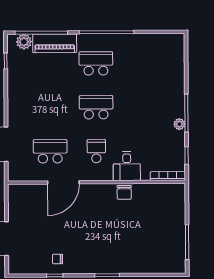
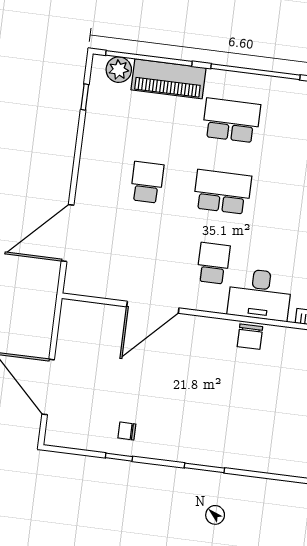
school desk: (50, 151) -> (147, 182), moved, width x0.54
desk: (127, 166) -> (260, 294), width x1.37

